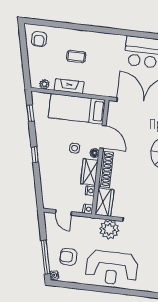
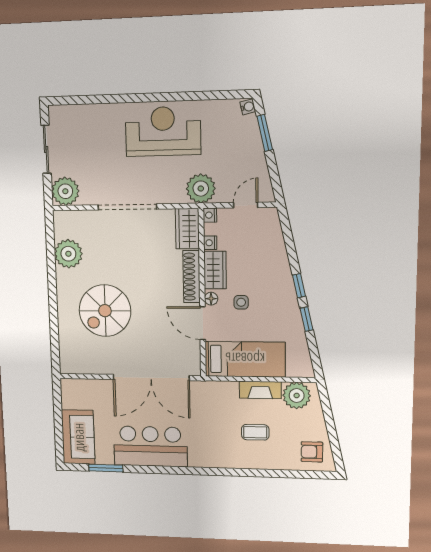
armchair: (39, 39) -> (312, 452), turned -90
plant: (44, 84) -> (297, 396), width x1.88, depth x1.88
window: (30, 113) -> (307, 319), moved
door: (64, 212) -> (246, 205), hinge flipped
plant: (109, 229) -> (201, 189), moved
window: (45, 257) -> (265, 133), width x0.69
armchair: (68, 257) -> (230, 138), removed

